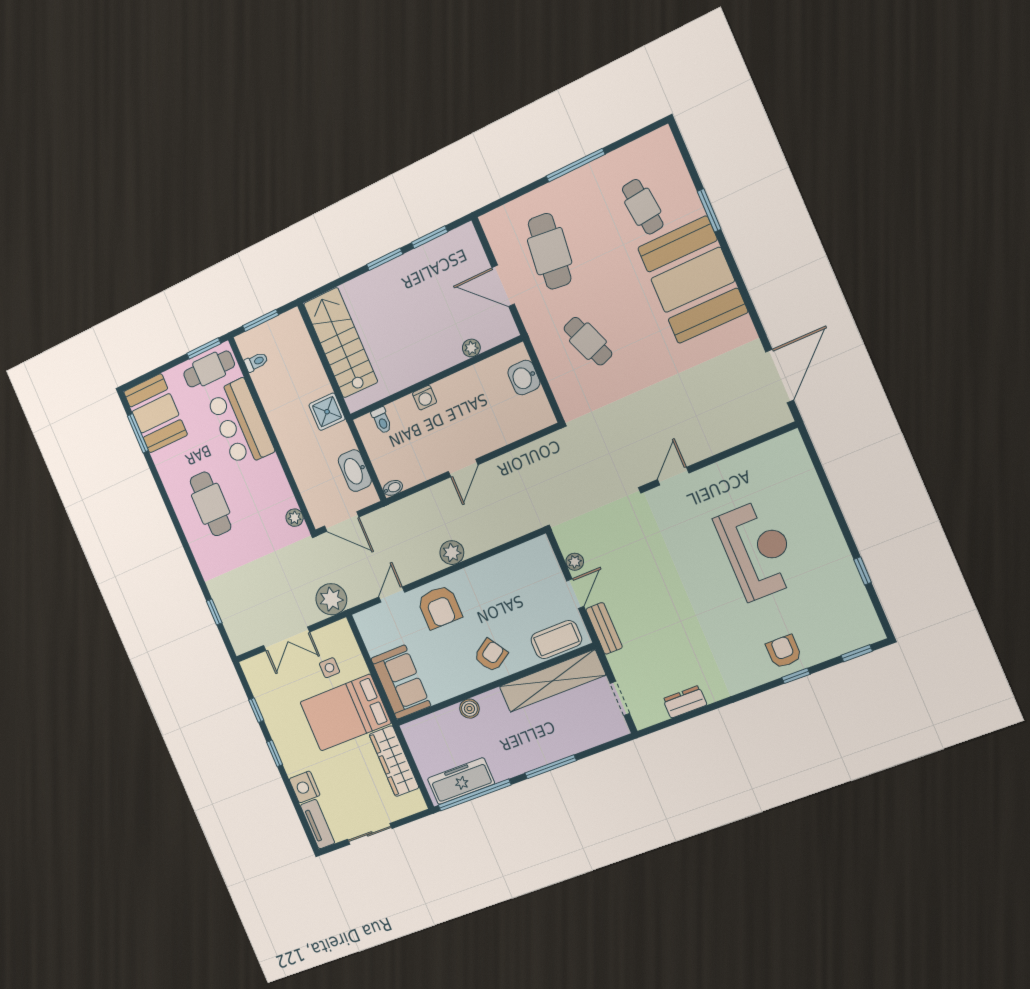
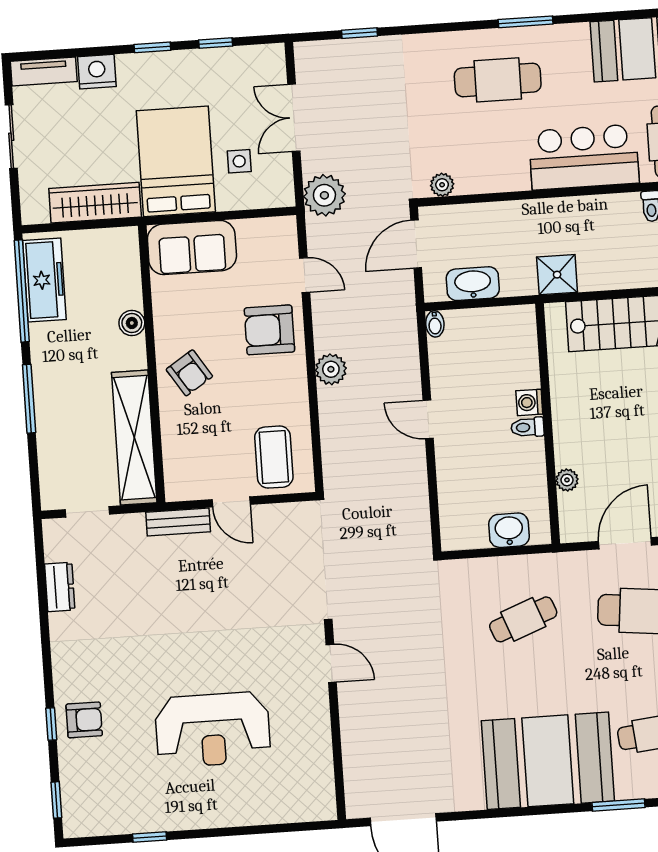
toilet: (382, 420) -> (528, 427), moved
window: (138, 433) -> (526, 22), moved
plant: (575, 562) -> (270, 515), removed
coffee table: (556, 640) -> (274, 457), moved

